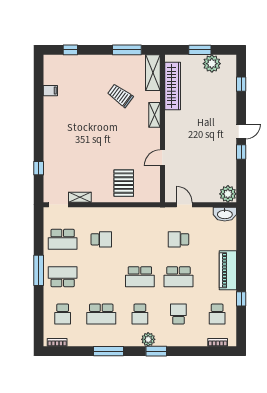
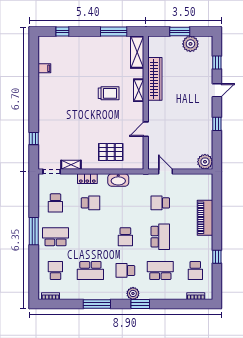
wardrobe: (173, 86) -> (155, 79), moved
trolley: (120, 96) -> (109, 93), moved, turned 144
door: (241, 131) -> (217, 90), moved
pallet: (124, 183) -> (111, 152), turned 90
locker: (98, 212) -> (87, 179), added
washbasin: (225, 214) -> (118, 180), moved
school desk: (63, 239) -> (55, 203), width x0.54
piano: (228, 270) -> (205, 218), moved
school desk: (140, 277) -> (125, 237), width x0.54
school desk: (178, 277) -> (160, 237), turned -90
school desk: (63, 314) -> (55, 270), turned 180
school desk: (140, 314) -> (125, 270), turned 90
school desk: (178, 314) -> (160, 270), width x1.85

